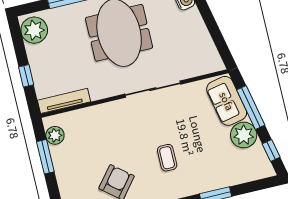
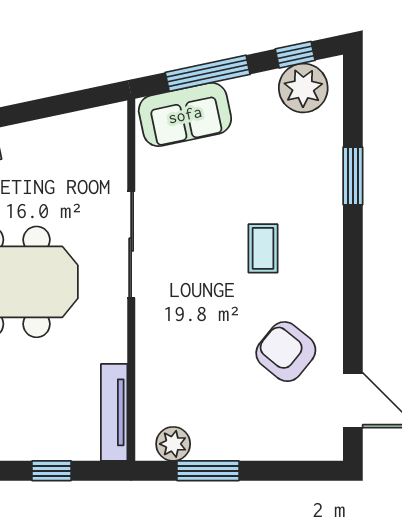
plant: (244, 135) -> (303, 88), moved
coffee table: (167, 158) -> (263, 248), turned 90

